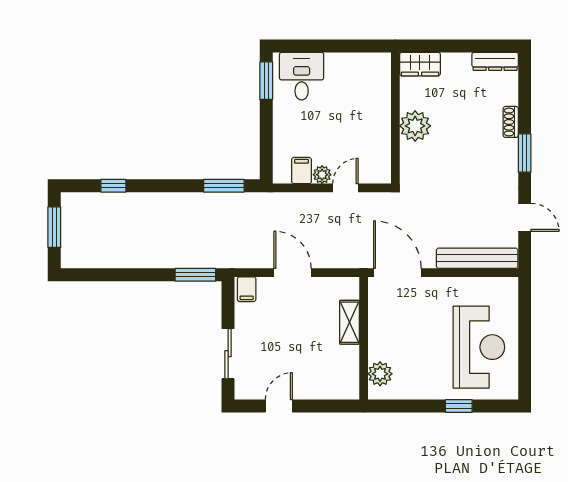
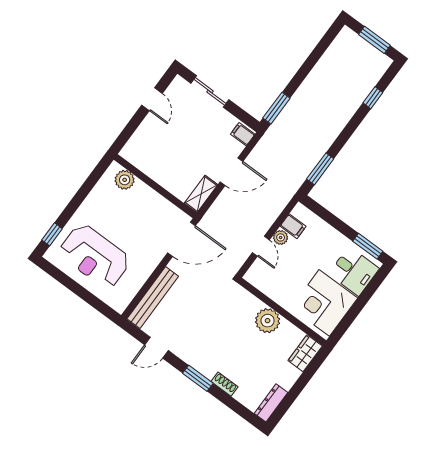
corner desk: (355, 82) -> (324, 303), added
shelving: (350, 322) -> (201, 194), moved, turned 90
window: (459, 406) -> (52, 234), moved

